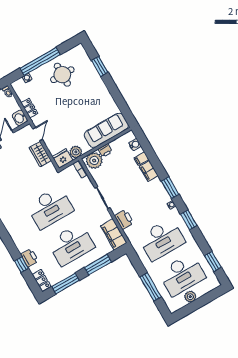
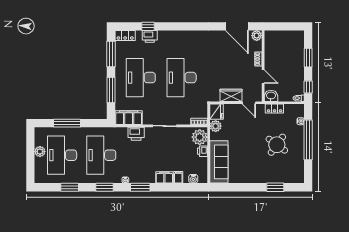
round table: (62, 75) -> (277, 145), moved, turned 36
window: (213, 262) -> (70, 187), moved

